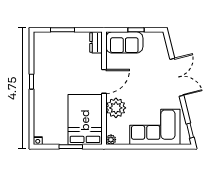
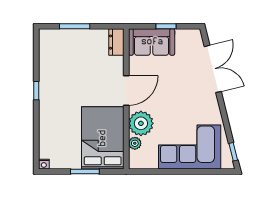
double door: (177, 77) -> (213, 69), moved
plant: (111, 140) -> (135, 143), moved

